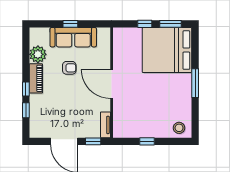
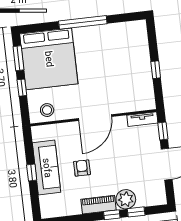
plant: (38, 54) -> (126, 199), moved
window: (195, 83) -> (83, 22), width x1.46
stool: (179, 128) -> (47, 110), moved

